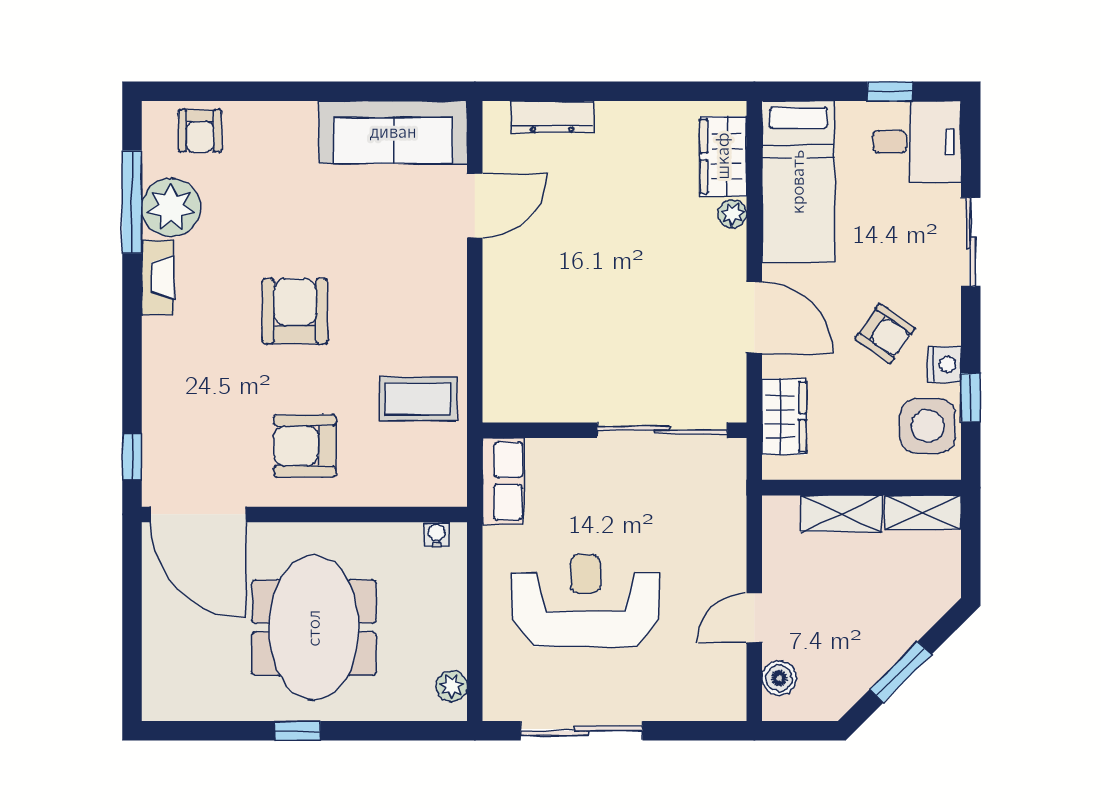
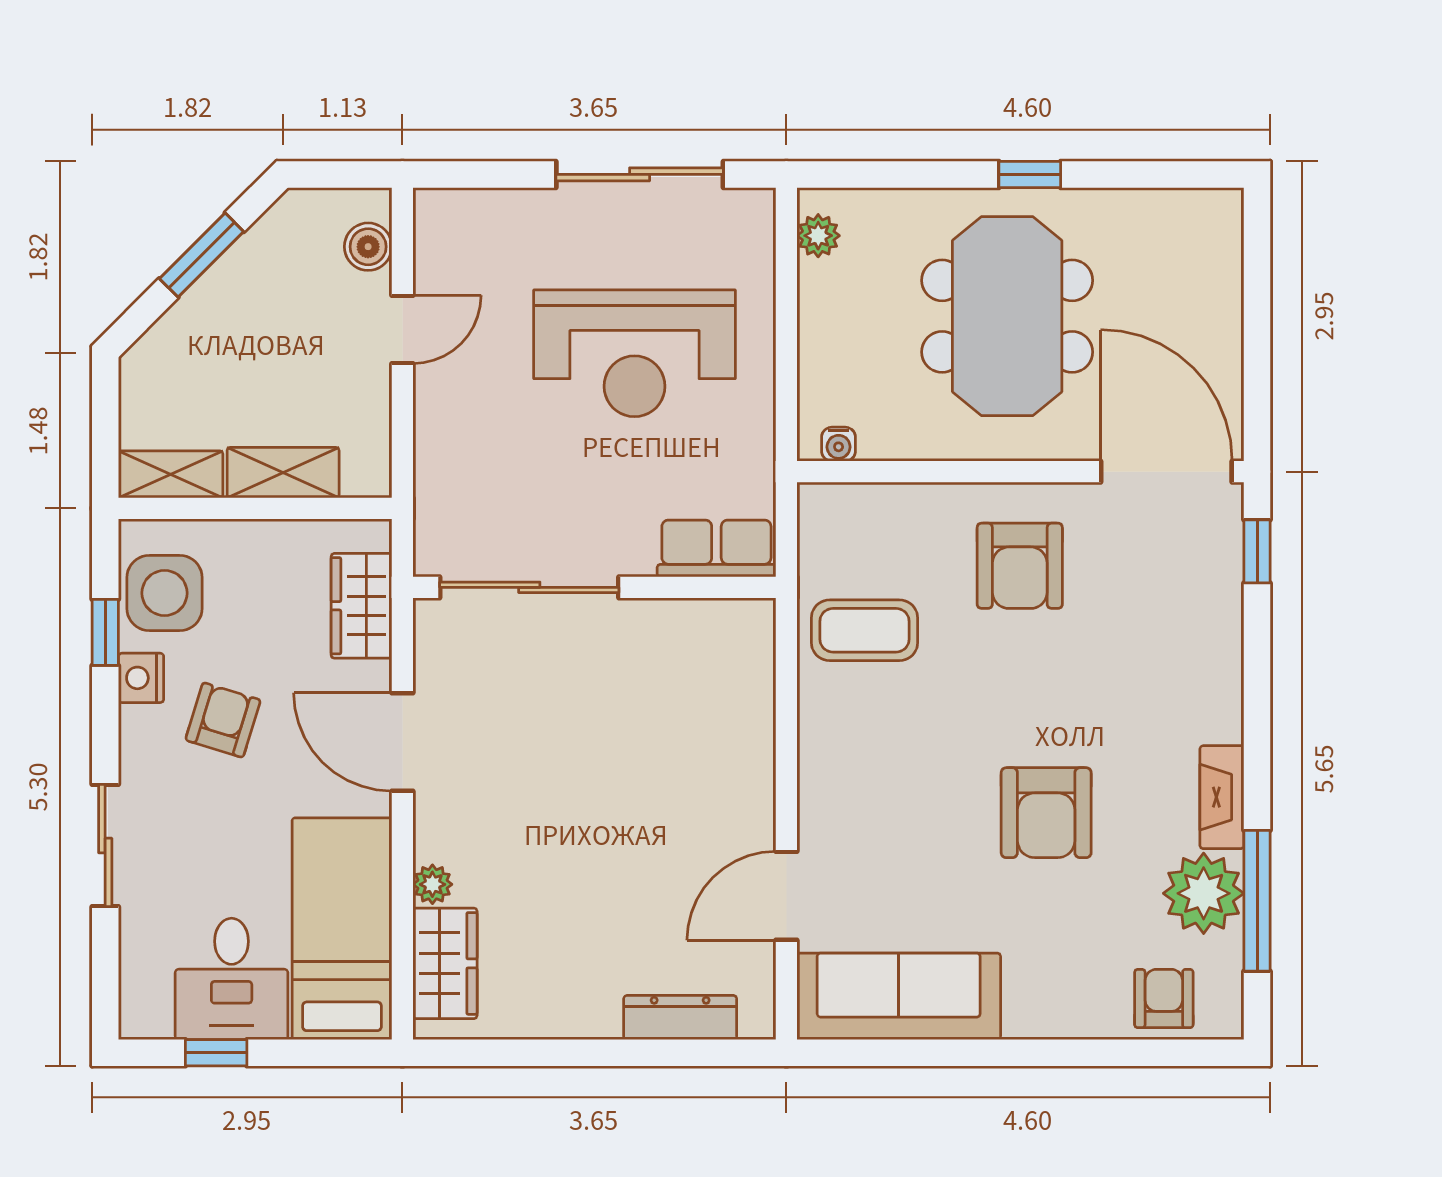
desk: (917, 142) -> (232, 979), moved, turned -90
armchair: (295, 311) -> (1046, 813), moved
armchair: (885, 334) -> (223, 720), turned 72
armchair: (305, 446) -> (1020, 566), turned 90
row of seats: (503, 481) -> (716, 548), moved, turned 90

